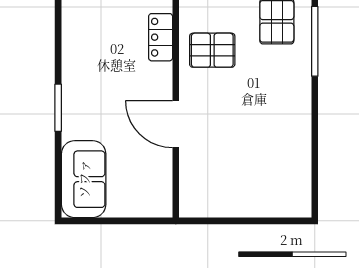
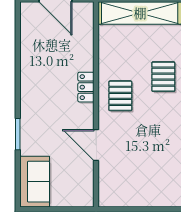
pallet: (212, 50) -> (120, 96), turned 90

